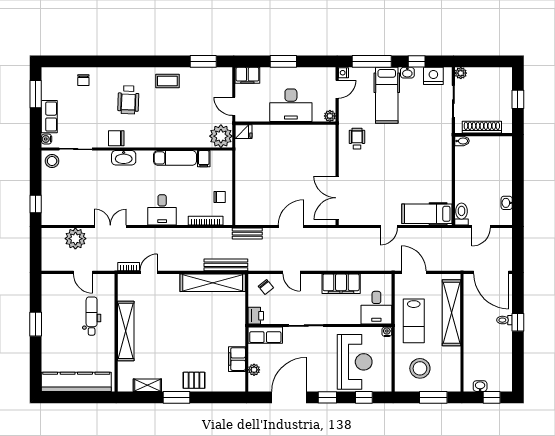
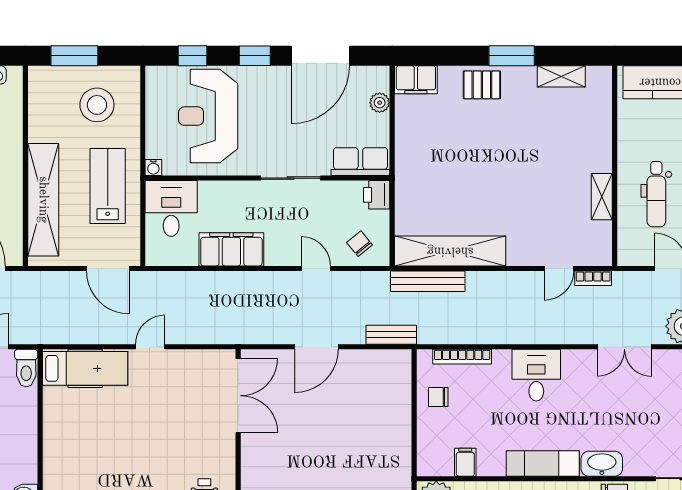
exam couch: (175, 158) -> (543, 464), moved
shelving: (126, 331) -> (602, 197), width x0.45, depth x0.75
filing cabinet: (237, 359) -> (416, 80), moved, turned 90

